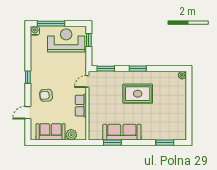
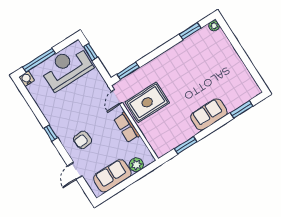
window: (138, 69) -> (190, 31), moved
rug: (138, 94) -> (147, 102), moved
sofa: (122, 132) -> (209, 114), moved, width x0.73

